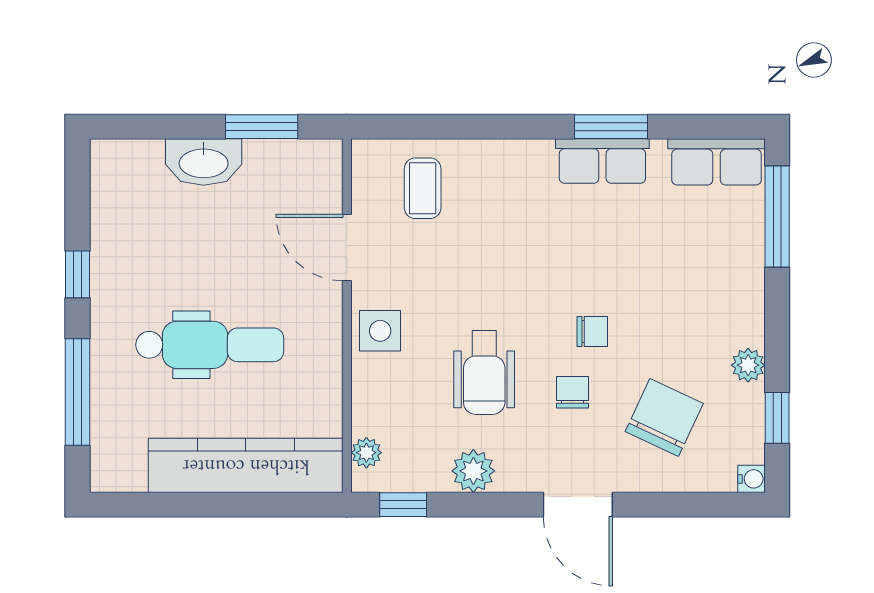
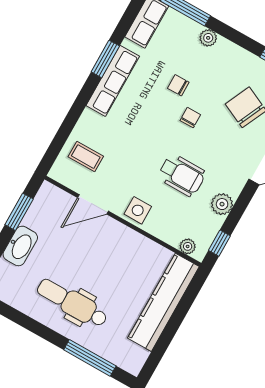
row of seats: (602, 161) -> (113, 81), width x1.48
window: (78, 274) -> (38, 329), removed
dental chair: (210, 345) -> (72, 303), moved, turned -90
plant: (748, 365) -> (208, 38), moved
chair: (572, 392) -> (178, 85), moved

